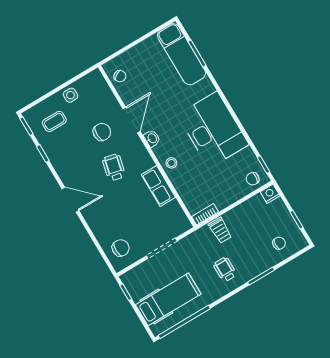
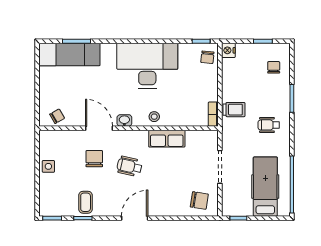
coffee table: (54, 122) -> (86, 202), moved
chair: (121, 248) -> (199, 201), turned 99

